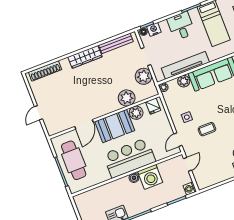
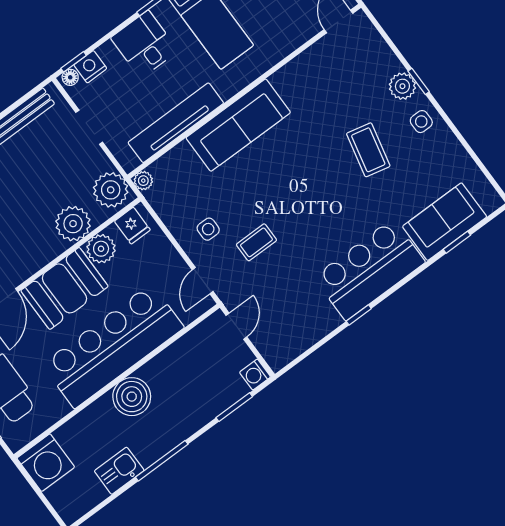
plant: (144, 76) -> (111, 190), moved
plant: (184, 81) -> (181, 157), removed
bar counter: (129, 158) -> (113, 346), width x1.36
washing machine: (150, 177) -> (46, 463), moved
boiler: (134, 178) -> (132, 397), width x1.86, depth x1.86

